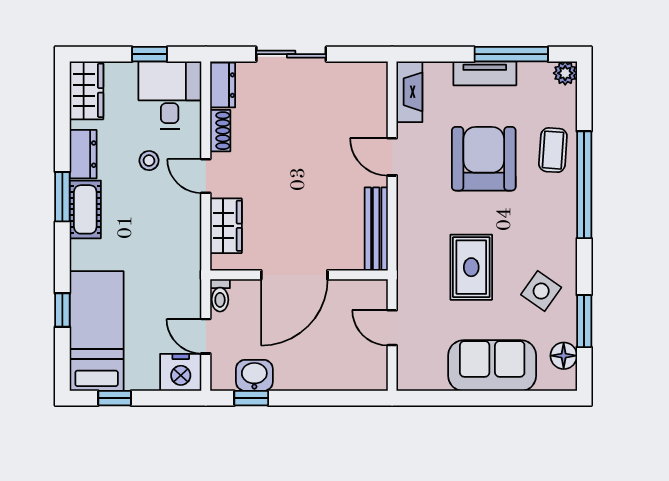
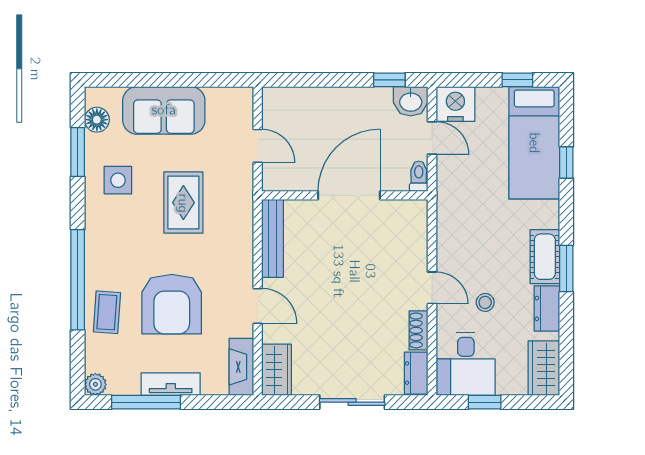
wardrobe: (226, 226) -> (276, 370), moved, turned 180
side table: (541, 291) -> (118, 180), turned -35
washbasin: (254, 375) -> (411, 101), moved

